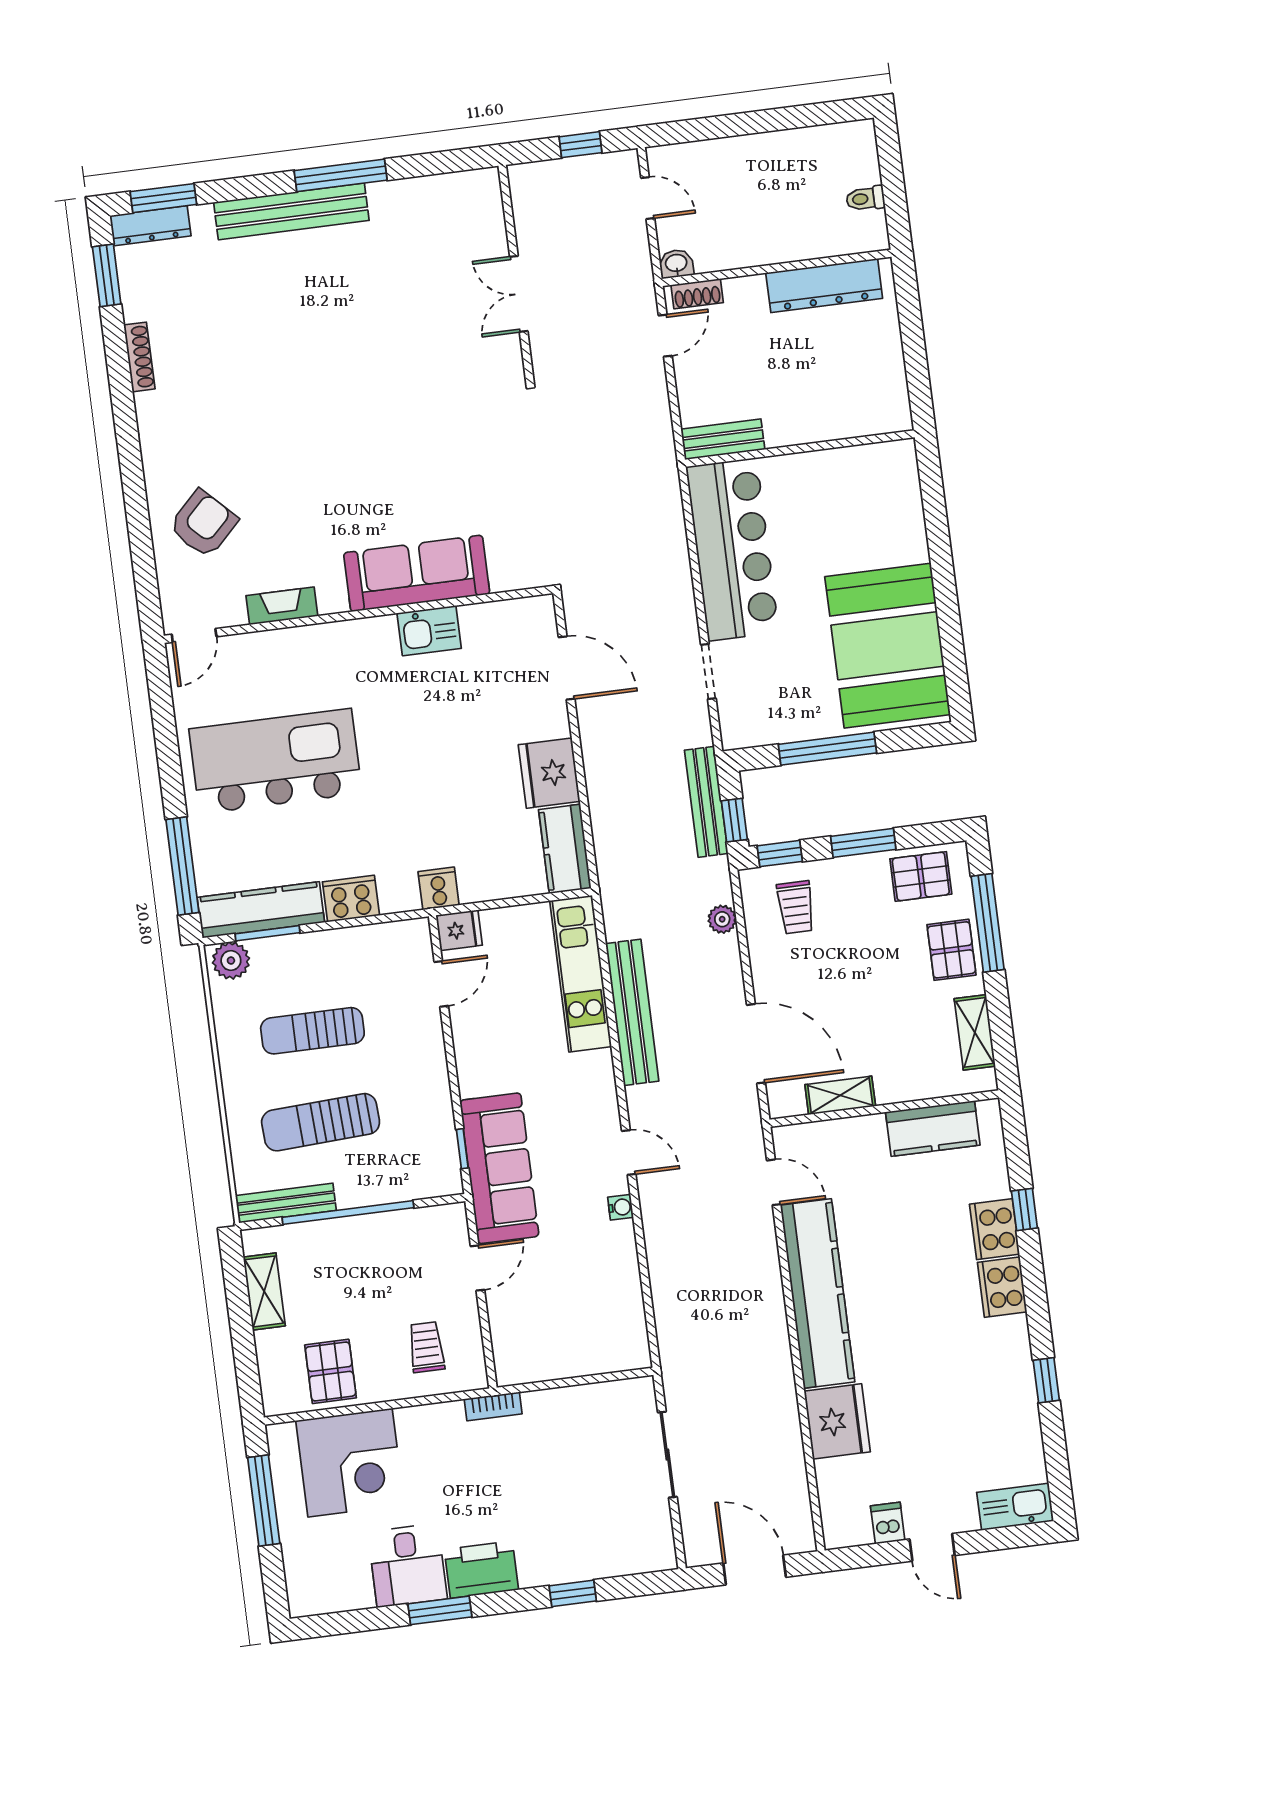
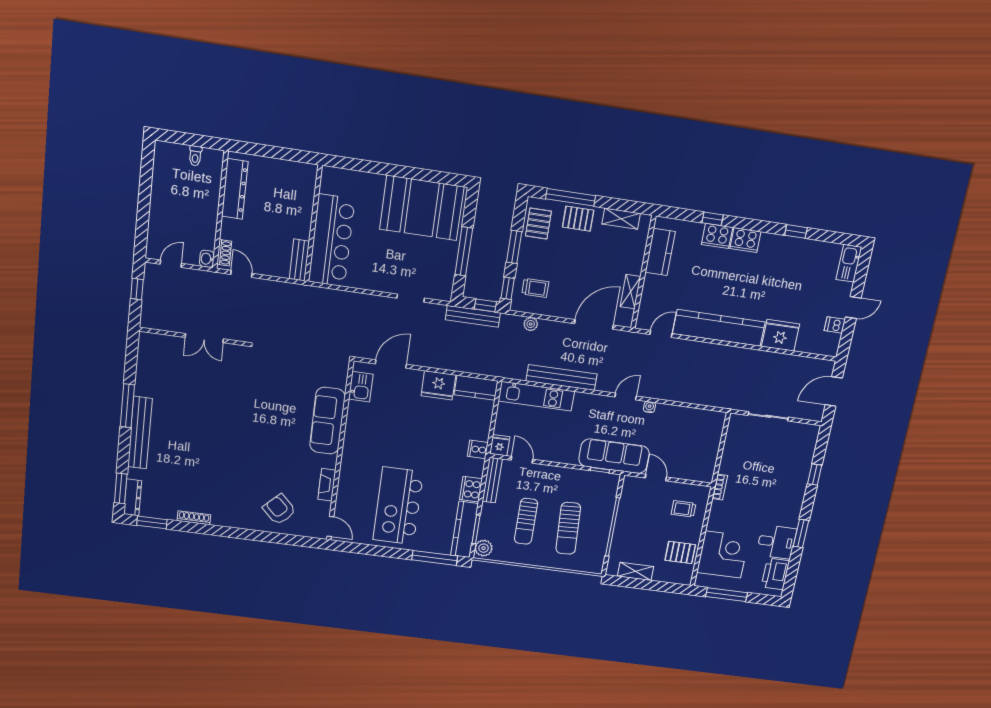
bar counter: (732, 549) -> (332, 241), moved, turned 90
kitchen sink: (429, 631) -> (361, 387), moved
bench: (286, 1203) -> (492, 480), moved
printer: (481, 1570) -> (775, 574), moved

